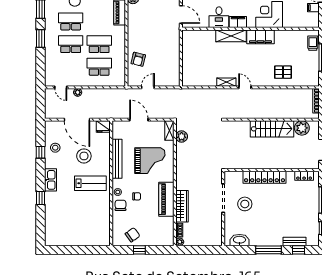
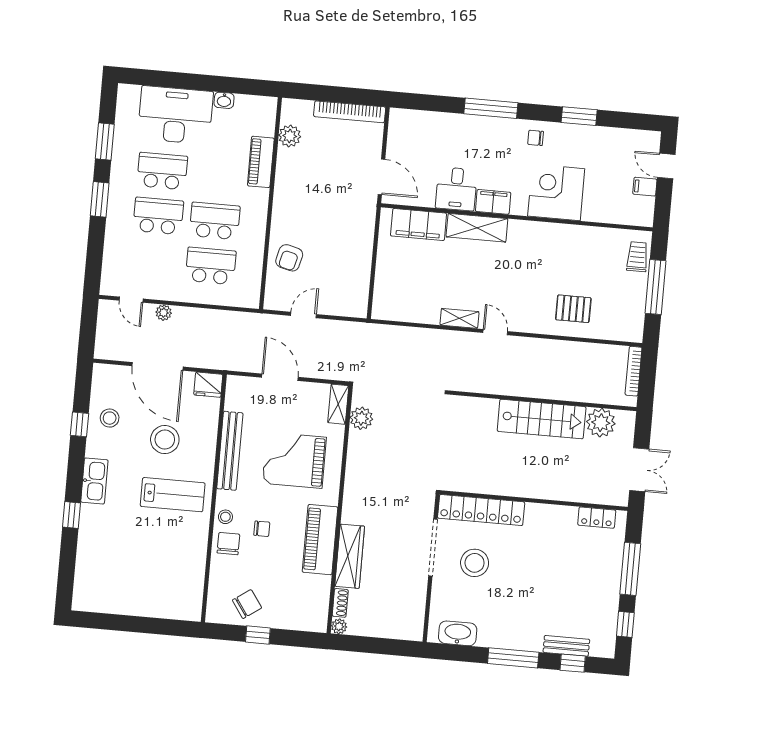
filing cabinet: (260, 37) -> (419, 225), moved
grand piano: (150, 161) -> (294, 460), turned 180
locker: (264, 177) -> (481, 510), moved

